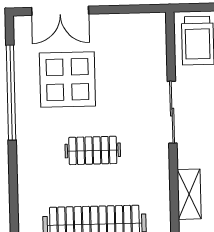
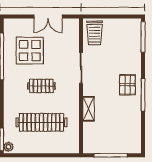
double door: (60, 11) -> (48, 17), moved

